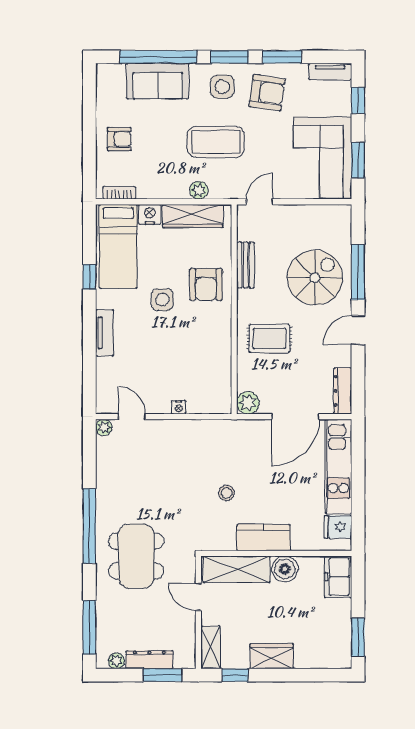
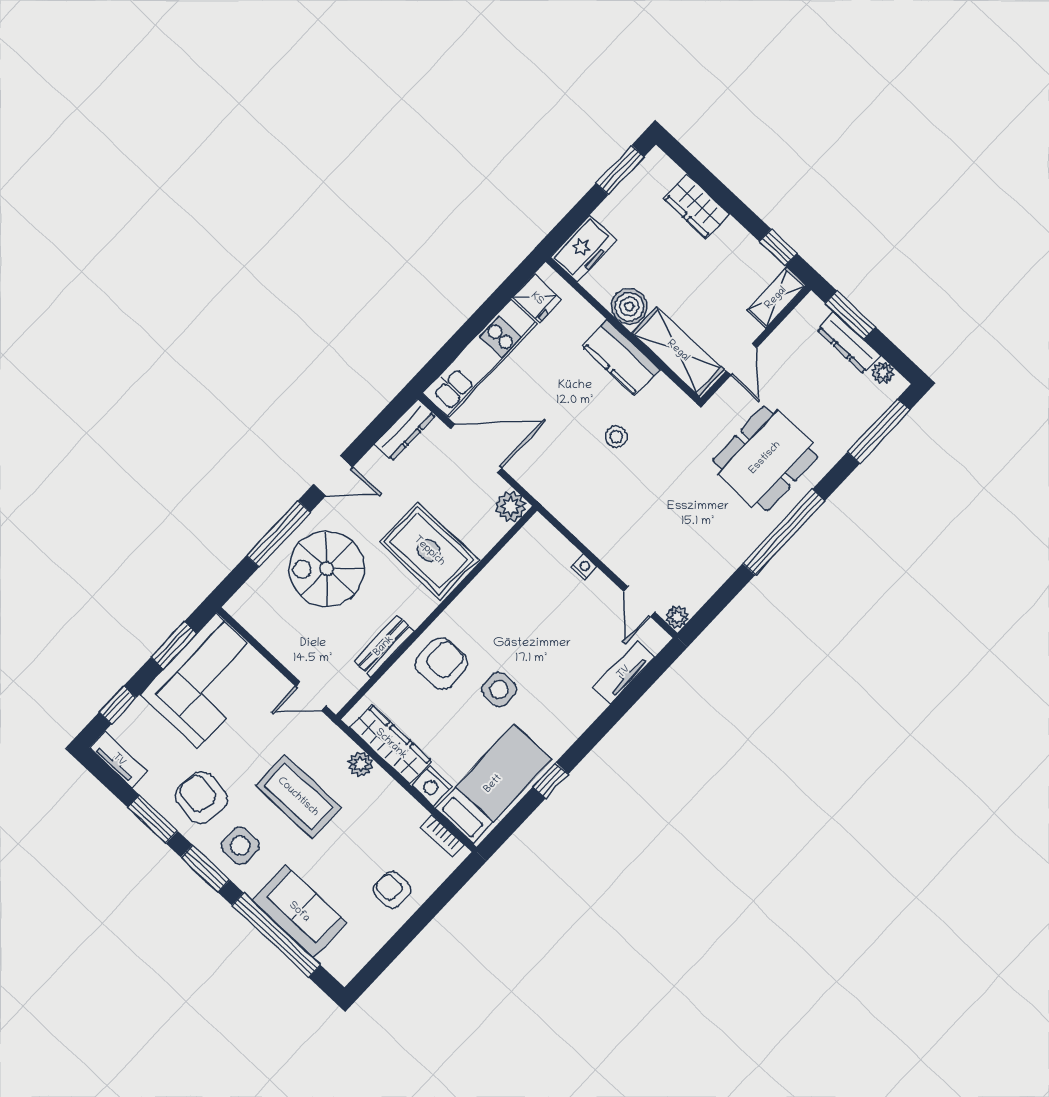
tv unit: (105, 333) -> (624, 672), moved
rug: (269, 338) -> (429, 551), width x1.36, depth x1.43
wardrobe: (272, 656) -> (697, 206), moved

